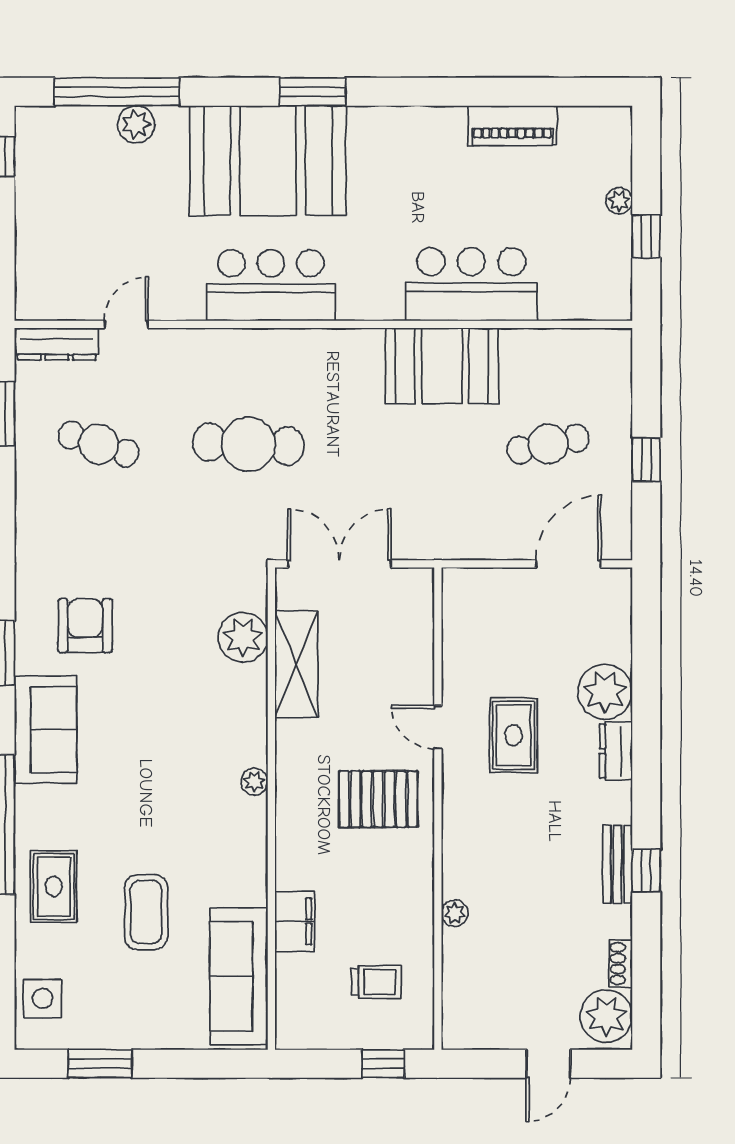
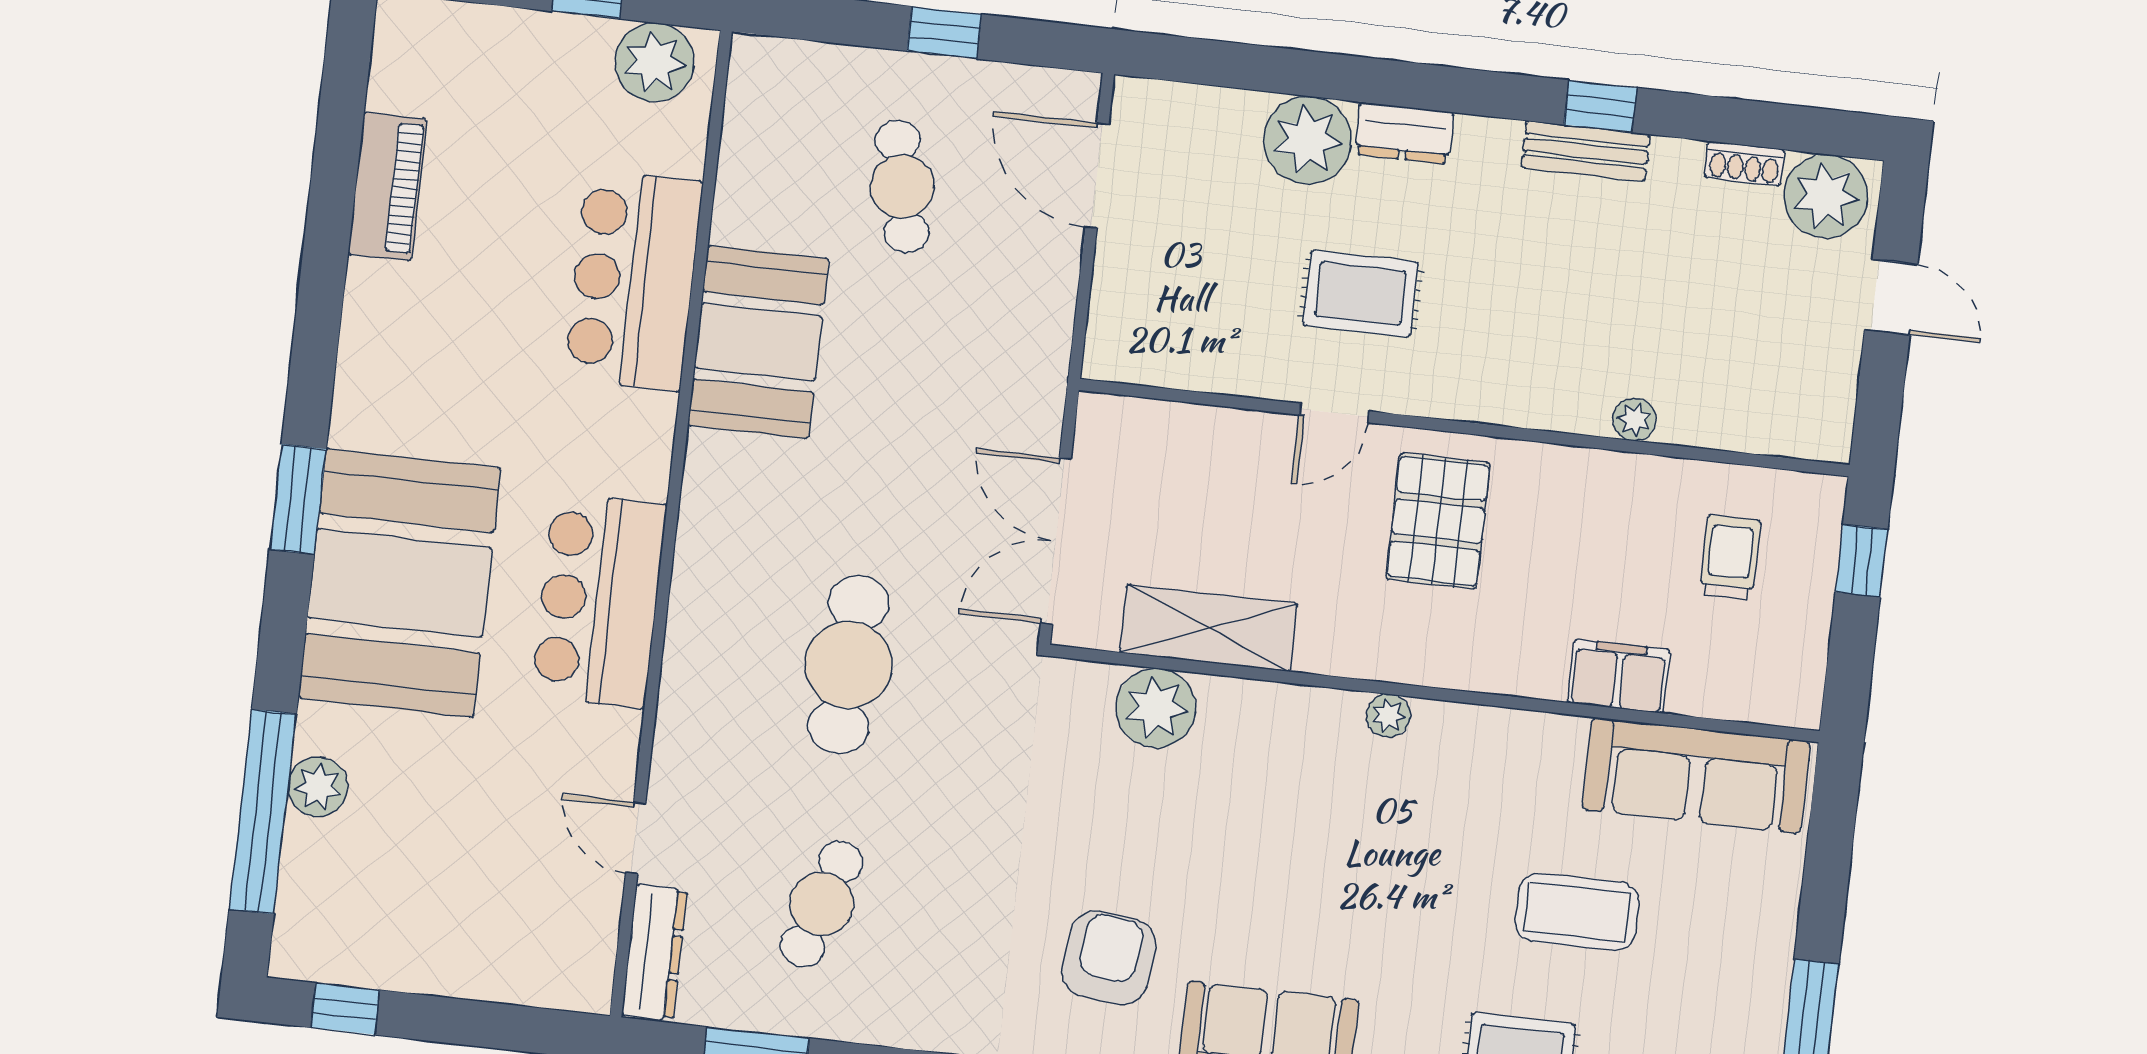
plant: (619, 201) -> (654, 62), moved, width x1.88, depth x1.88
armchair: (85, 626) -> (1109, 958), turned 97

